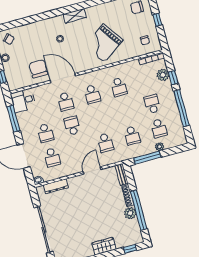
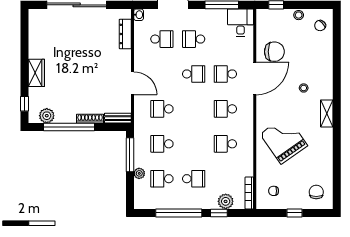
school desk: (52, 157) -> (162, 39), turned 180
plant: (130, 213) -> (47, 116), moved

